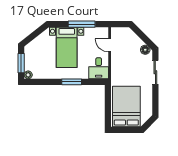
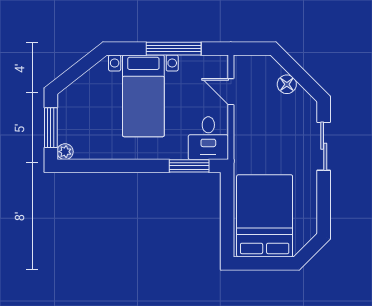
floor lamp: (145, 50) -> (287, 84), moved
window: (72, 82) -> (189, 166), moved

